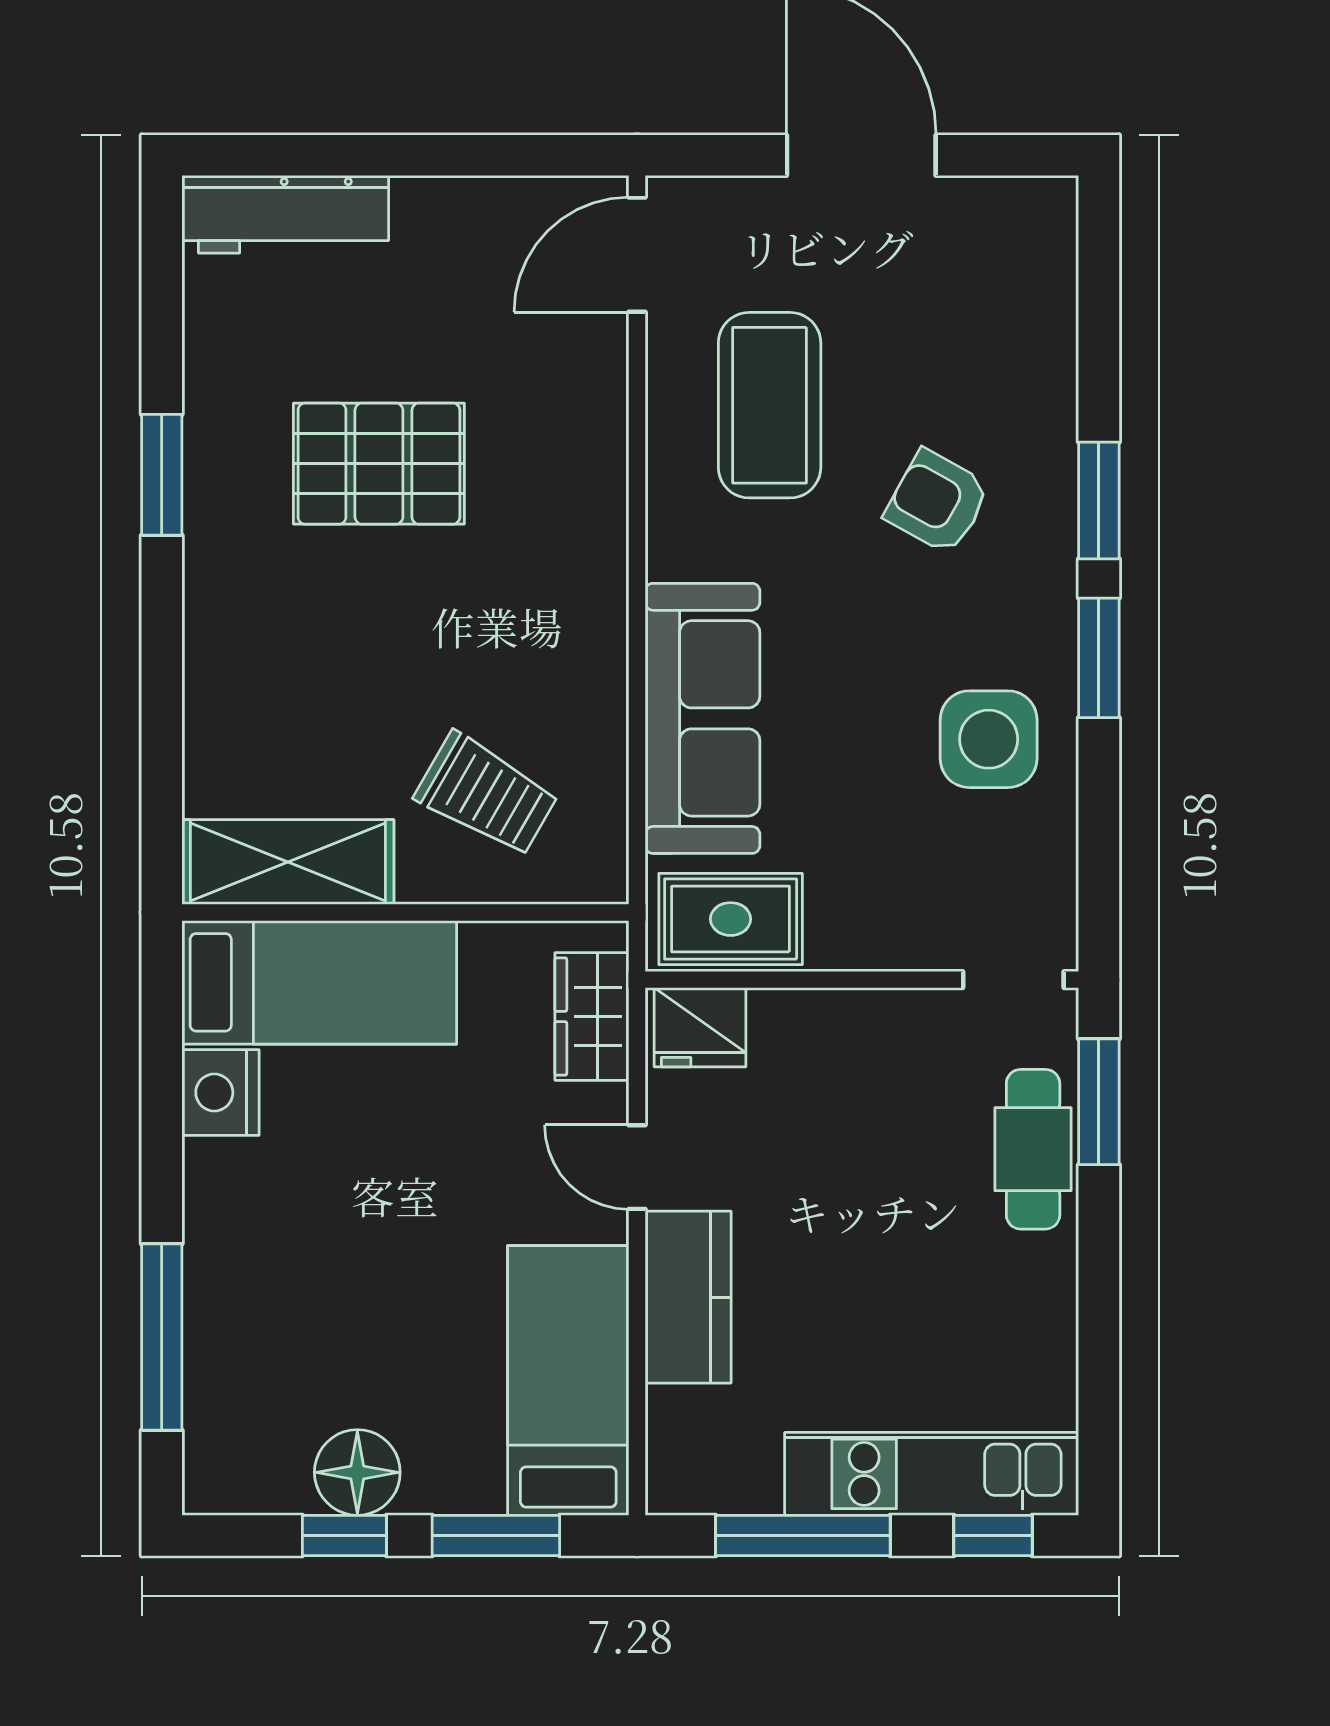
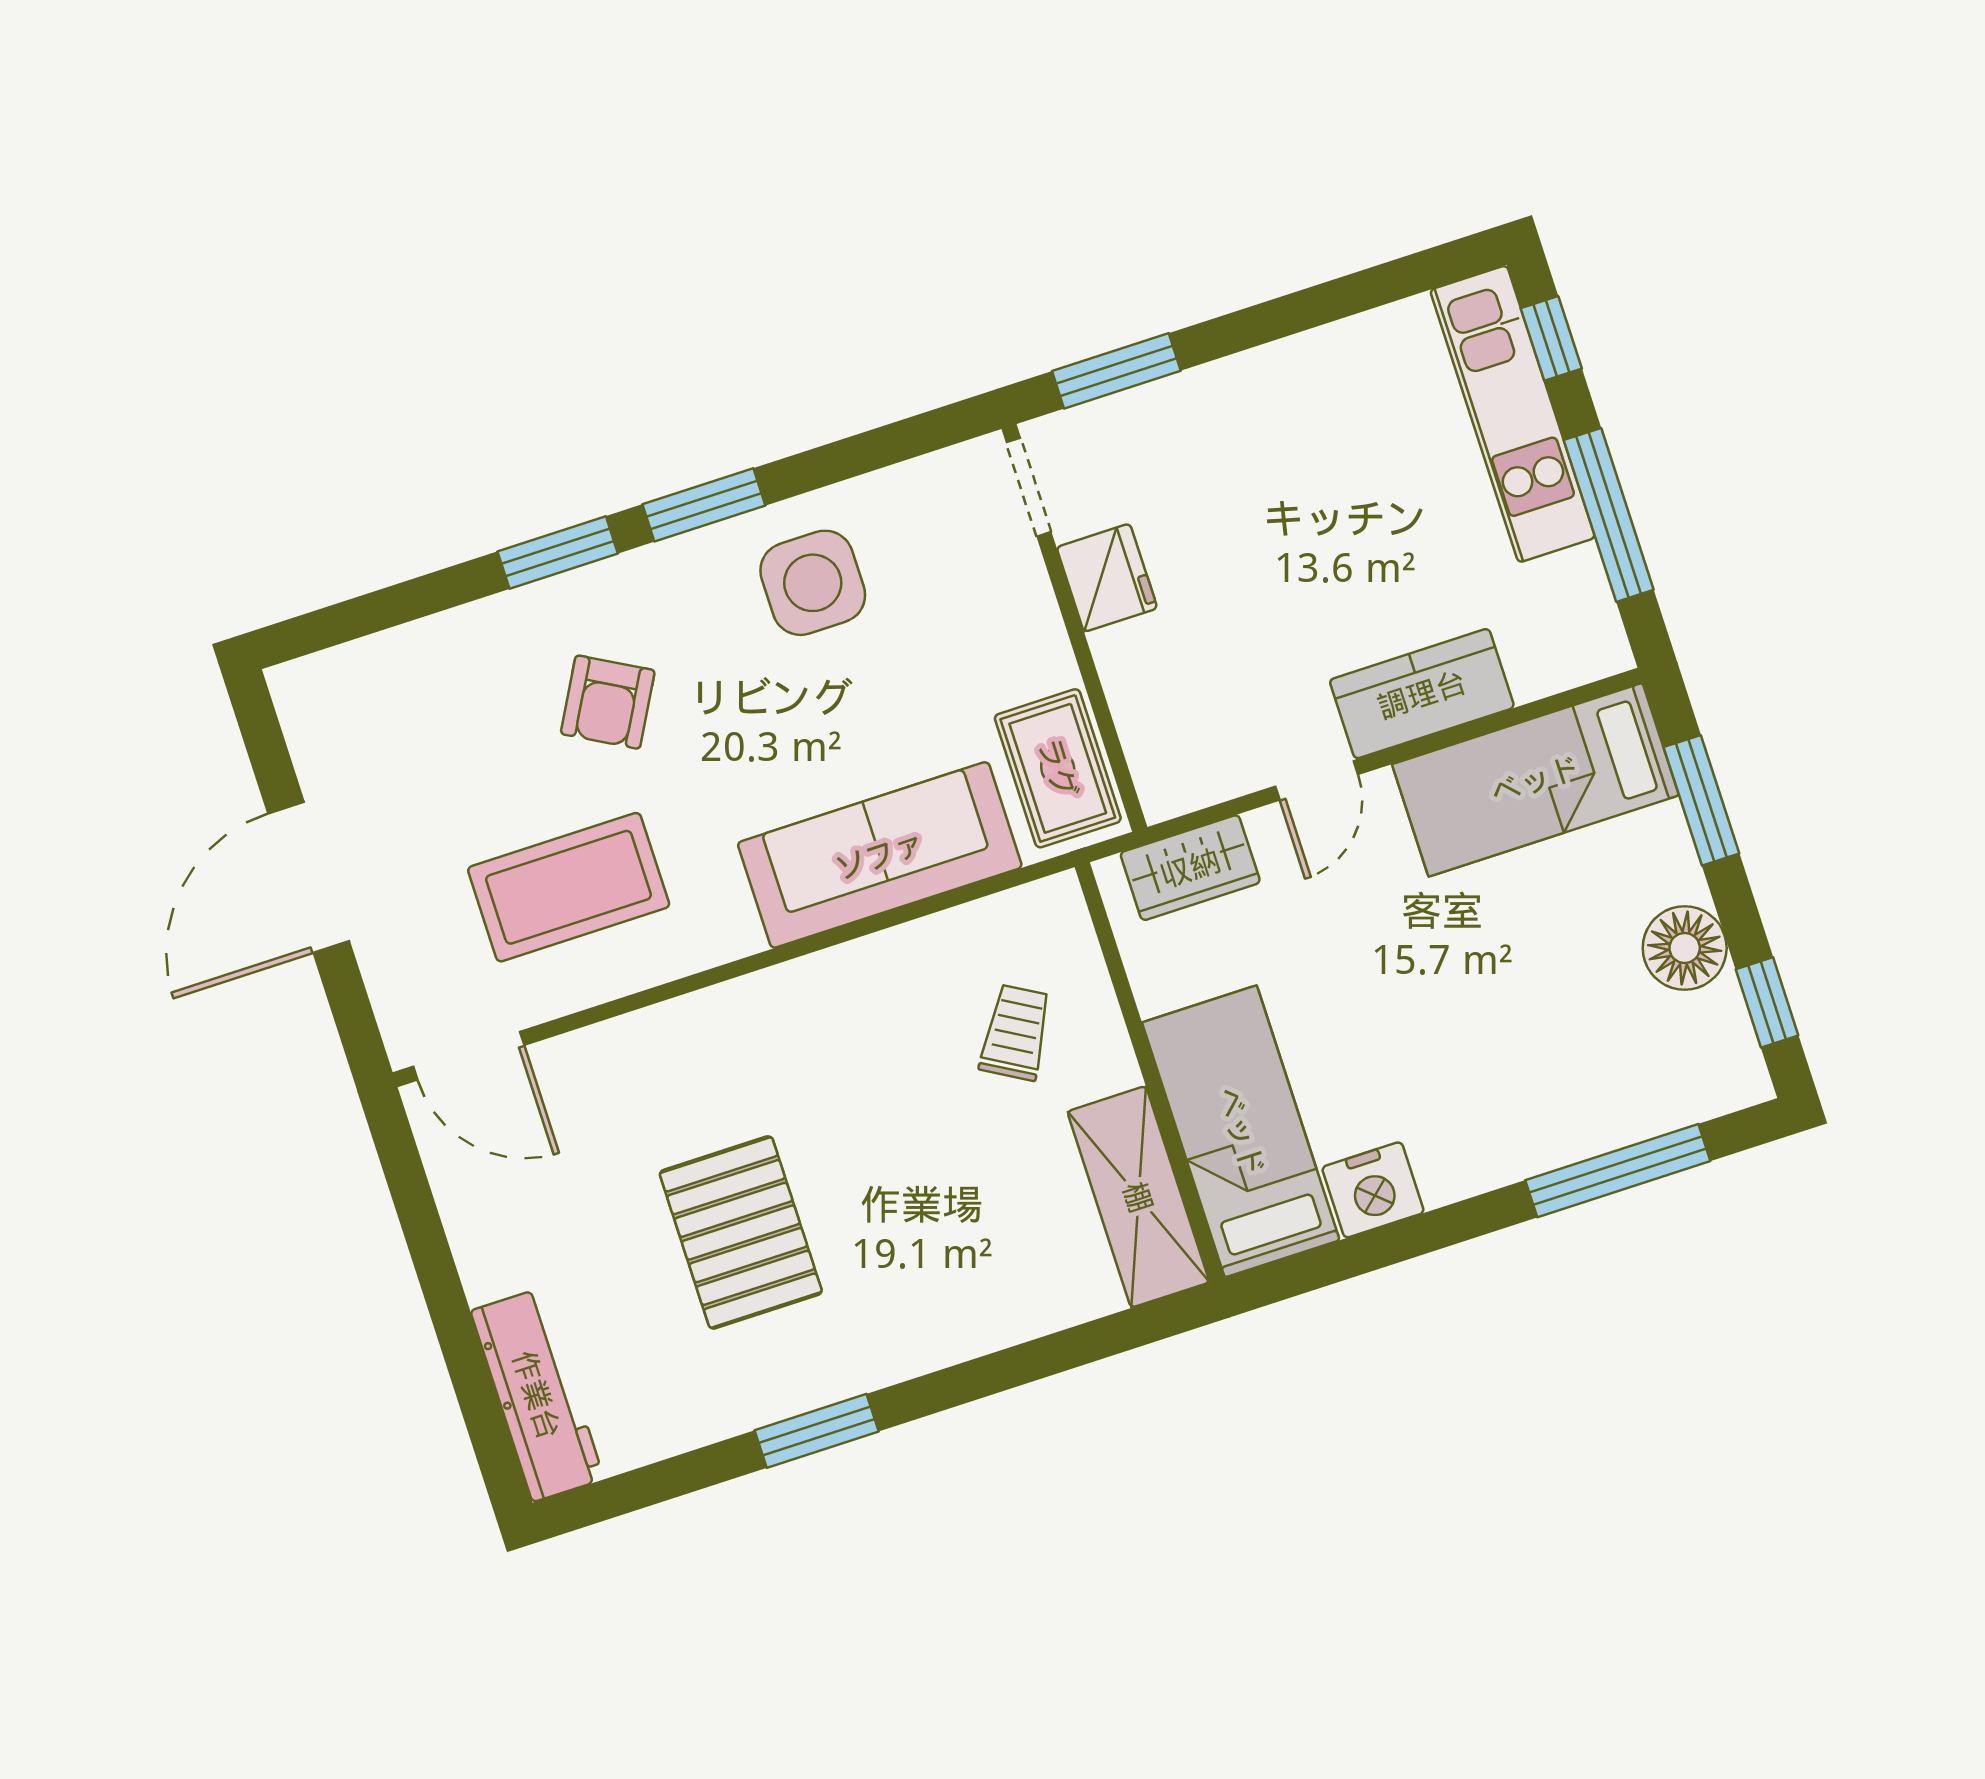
trolley: (487, 795) -> (1016, 1033), width x0.73, depth x0.72
fridge: (700, 1027) -> (1107, 578), moved
cafe table: (1033, 1149) -> (1180, 418), removed
window: (344, 1535) -> (1767, 1002), moved

